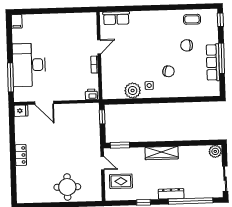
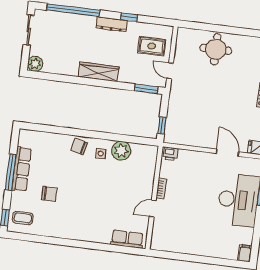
coffee table: (192, 19) -> (23, 218), moved
chair: (168, 71) -> (79, 147), moved
dresser: (171, 194) -> (112, 24), moved

